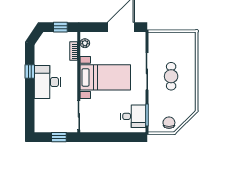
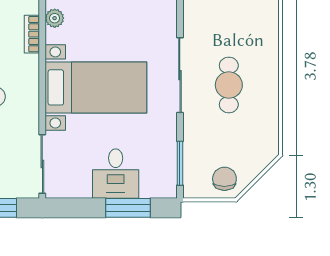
desk: (133, 116) -> (116, 174), moved, turned 90
window: (121, 137) -> (128, 208), added

